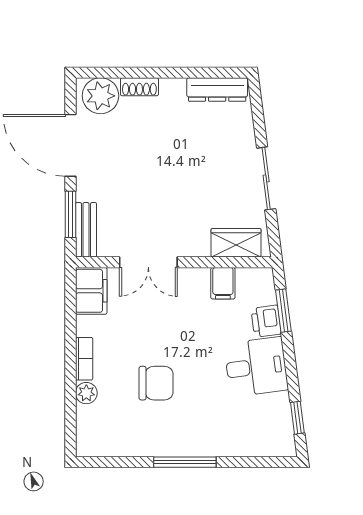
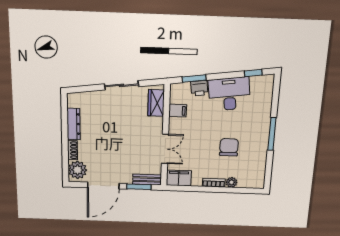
dresser: (217, 89) -> (74, 124), moved
desk: (256, 367) -> (229, 94), width x1.37

